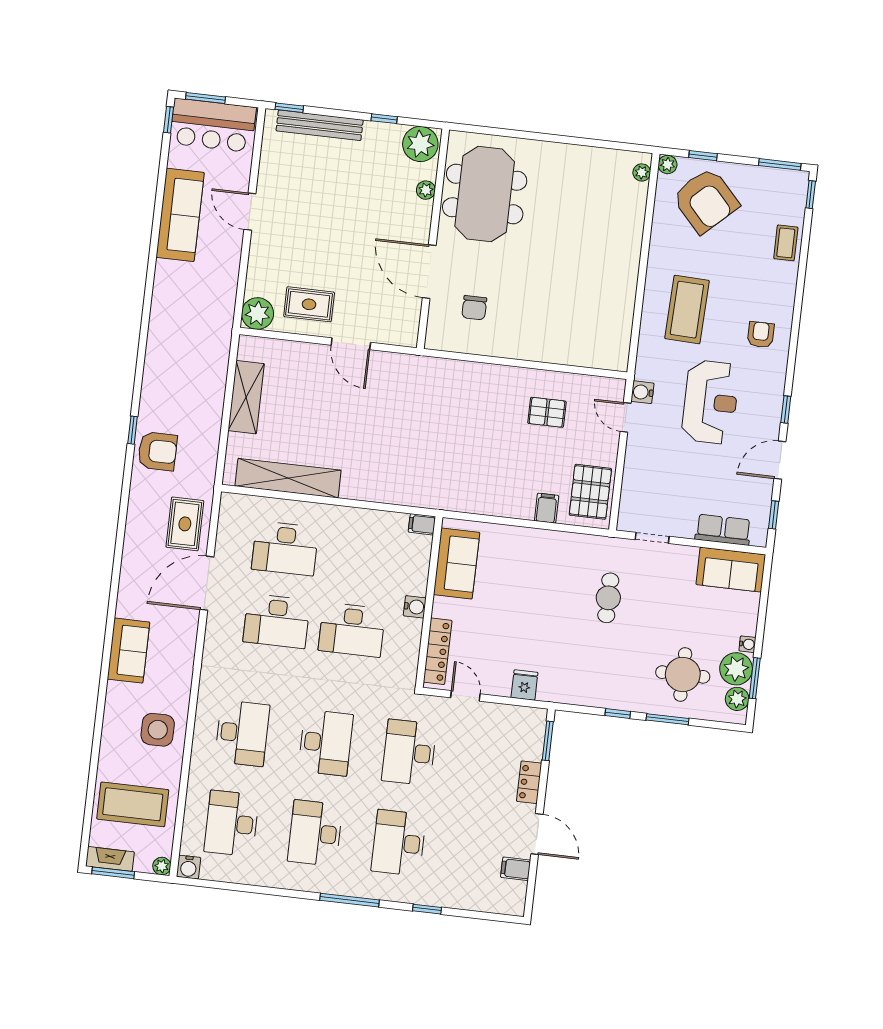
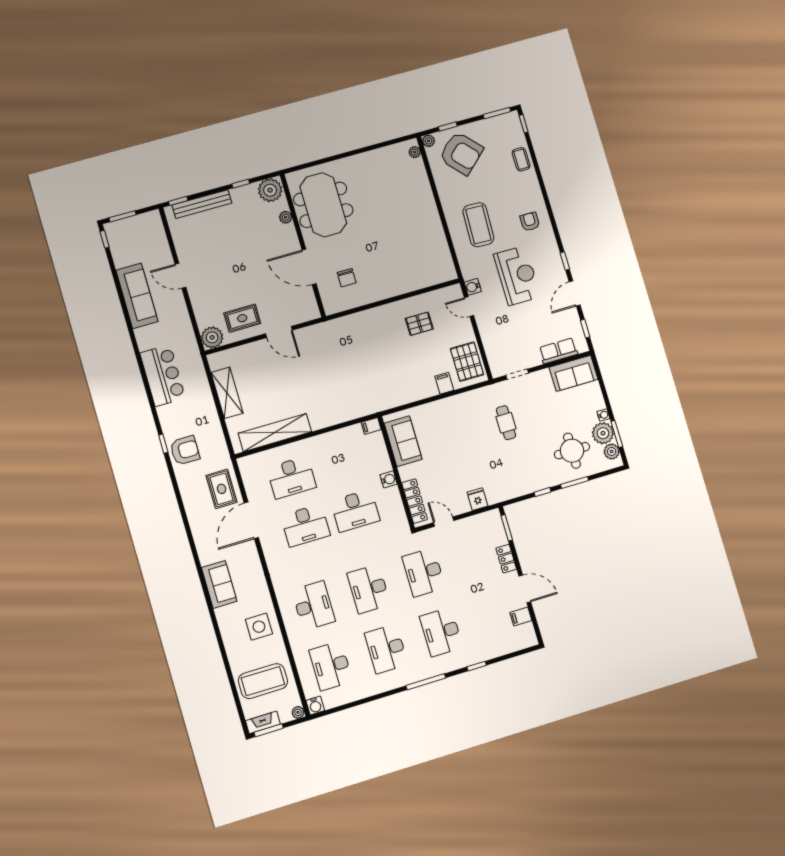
bar counter: (213, 125) -> (163, 376), moved, turned -90
desk: (326, 743) -> (369, 589), turned 180

